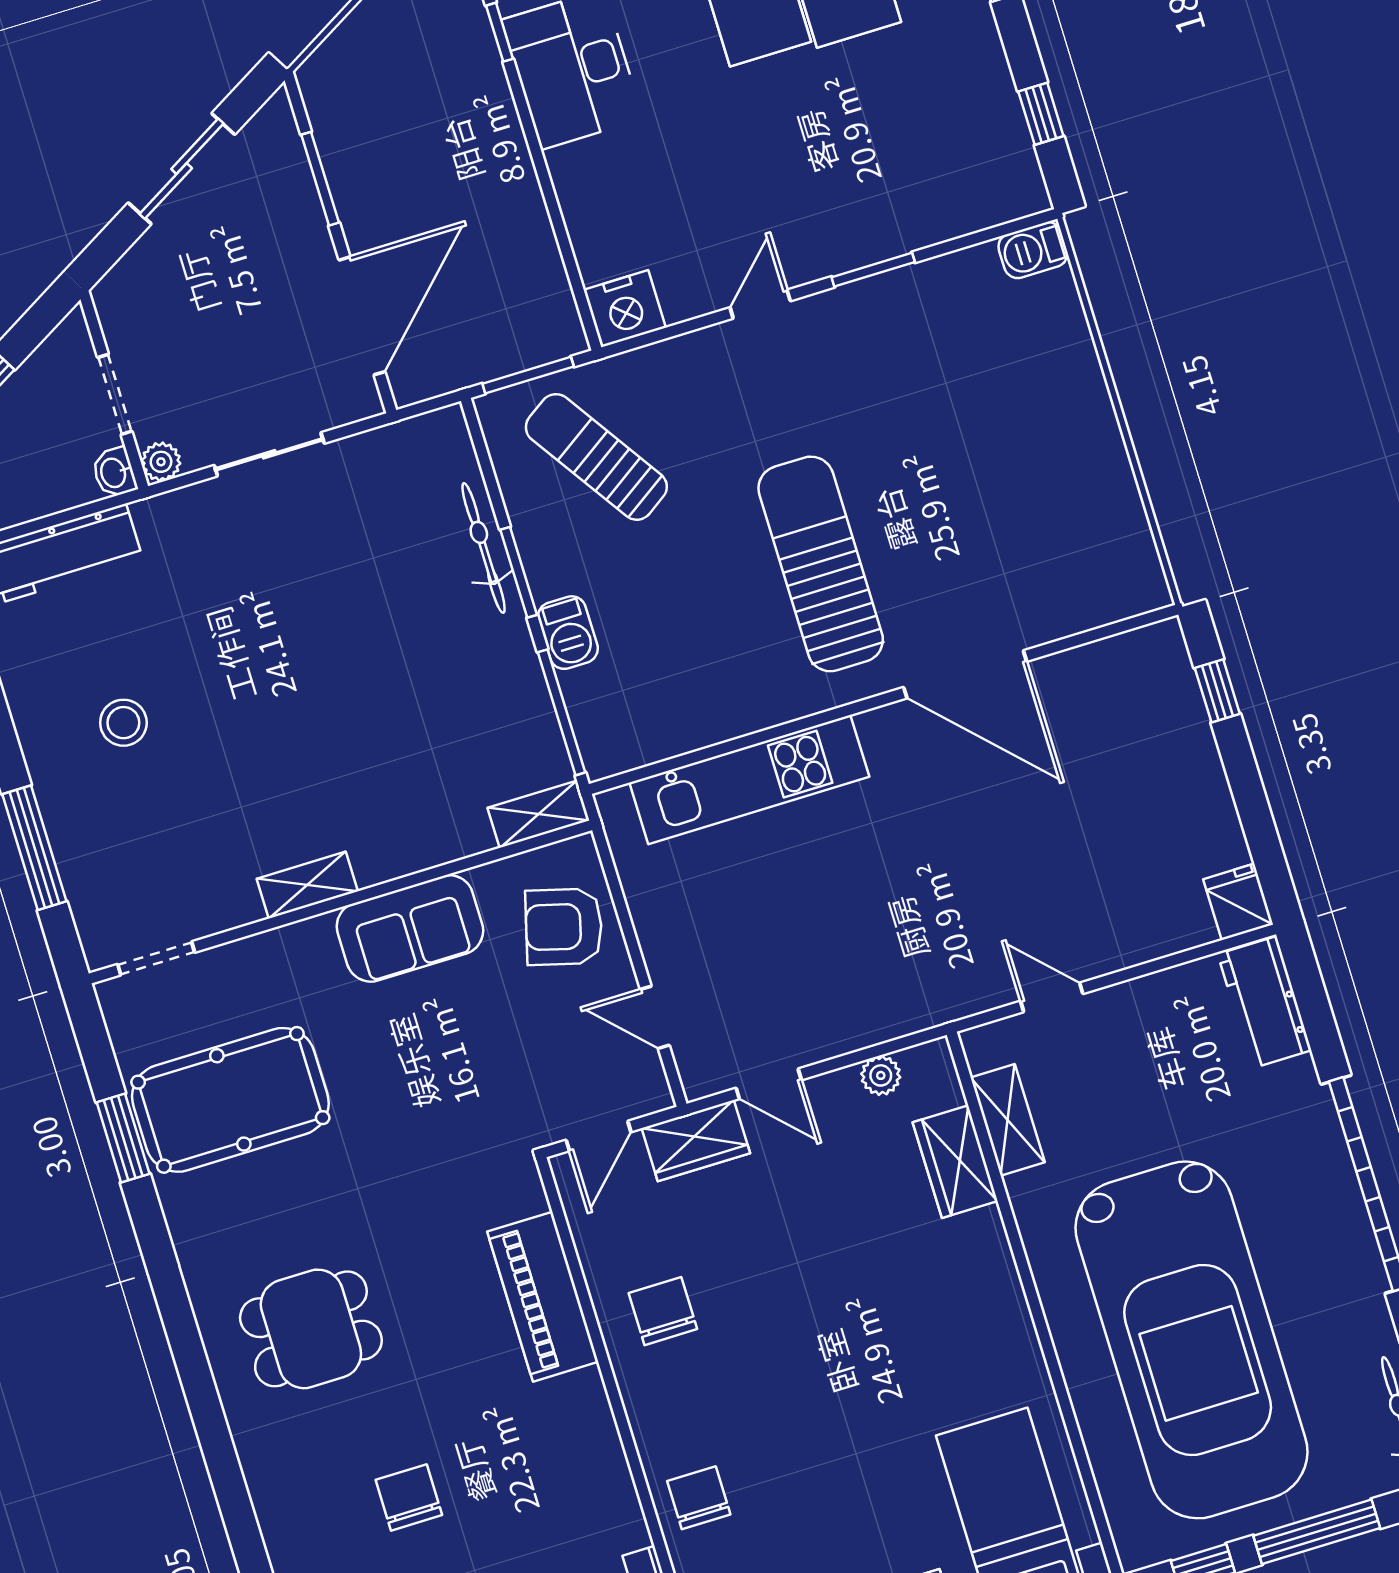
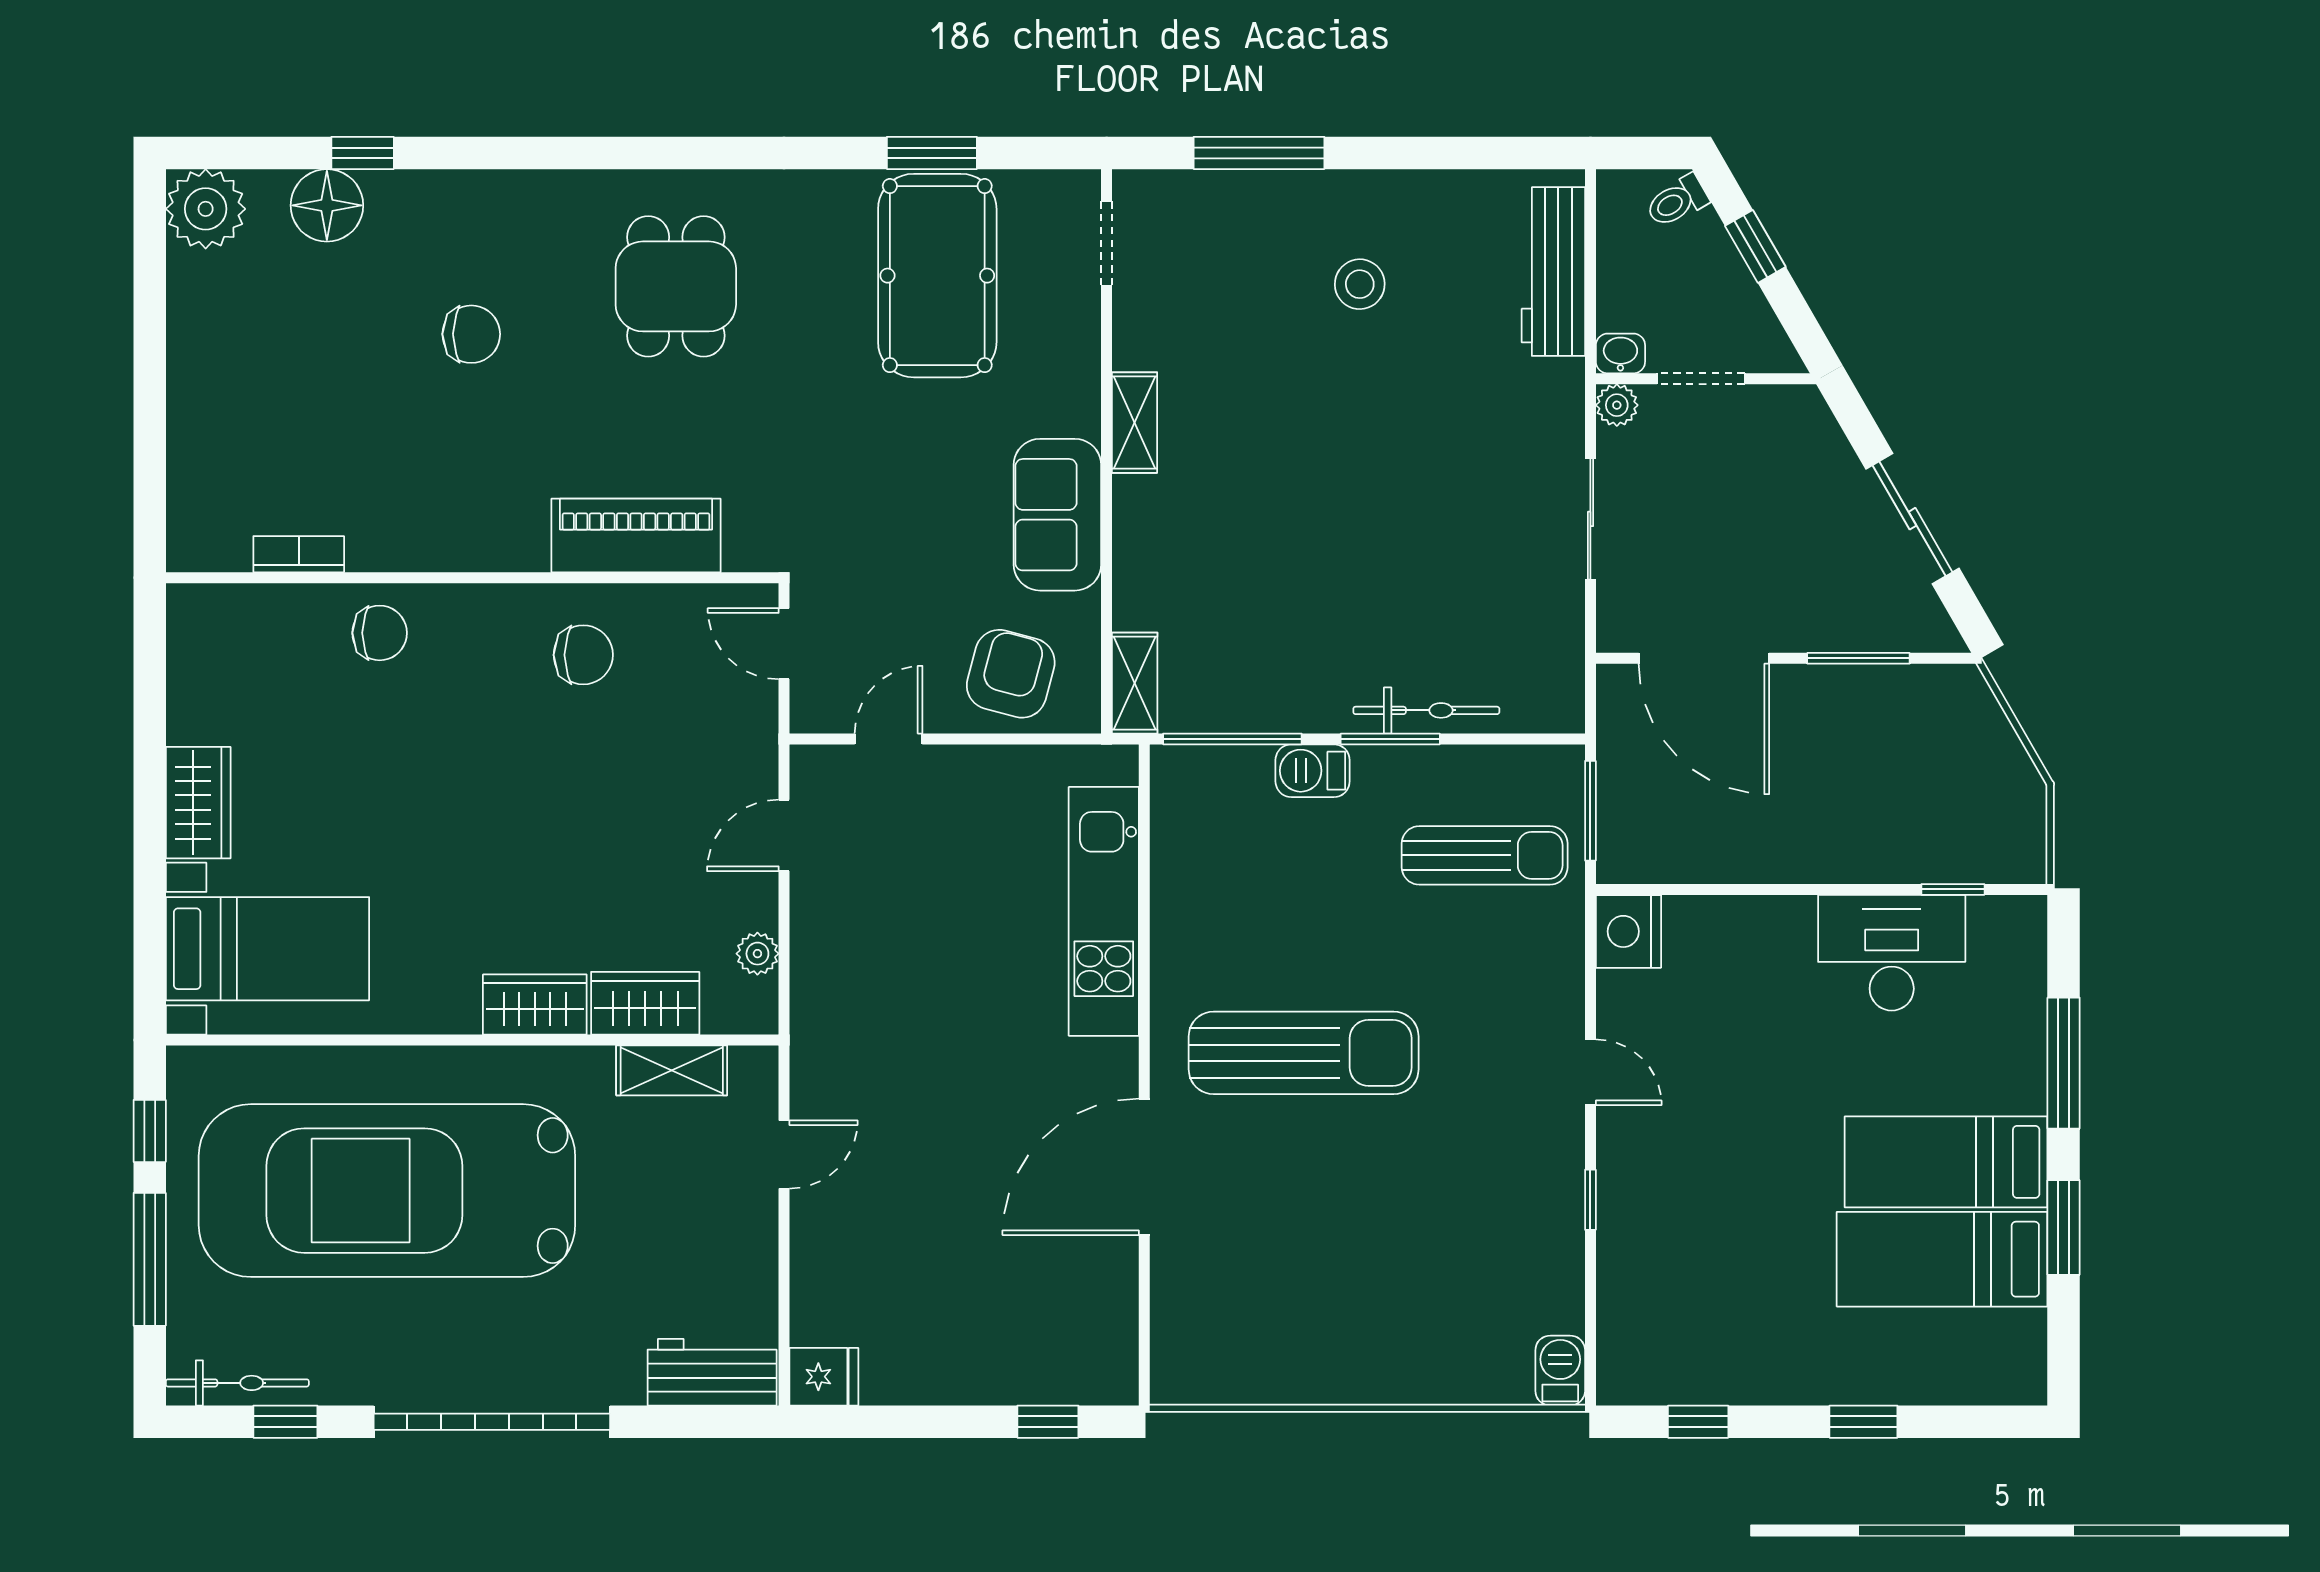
window: (873, 270) -> (1590, 1200), width x0.67
sun lounger: (596, 457) -> (1485, 855), turned 34
wardrobe: (696, 1141) -> (535, 1005), moved, turned 90

